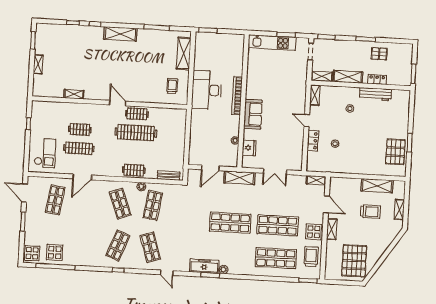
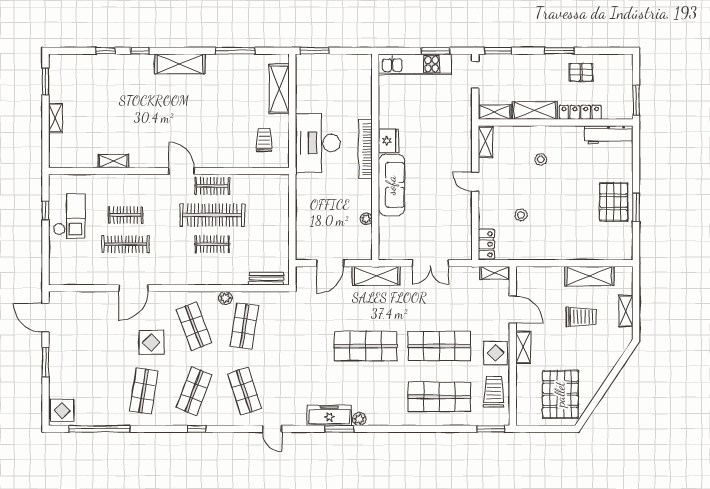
locker: (377, 80) -> (580, 112), width x1.53
workbench: (375, 94) -> (609, 135), moved
sofa: (253, 114) -> (391, 185), width x1.36
locker: (313, 141) -> (486, 244), moved
fridge: (249, 148) -> (388, 141), moved
pallet: (395, 152) -> (614, 202), moved
checkout: (45, 153) -> (69, 216), moved
clothes rail: (134, 170) -> (212, 244), moved
shop shelf: (55, 200) -> (144, 391), moved
display table: (55, 252) -> (151, 342), moved

